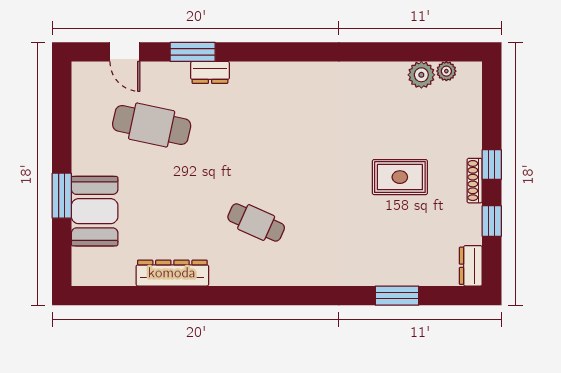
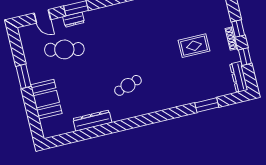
dresser: (210, 72) -> (74, 20), moved
window: (62, 196) -> (24, 76), moved
cafe table: (256, 222) -> (128, 85), turned -42
dresser: (471, 266) -> (239, 77), width x1.44

